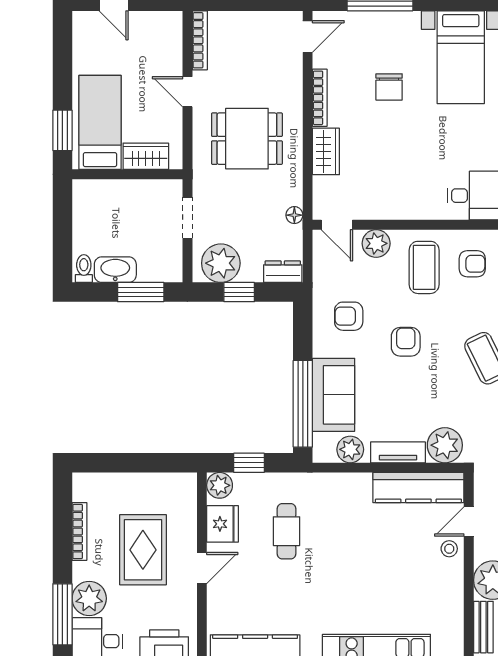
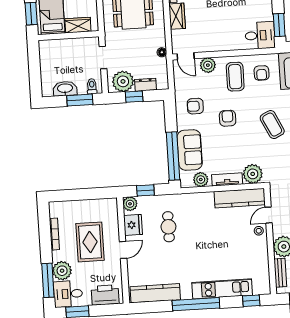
armchair: (472, 264) -> (262, 73), turned 90
toilet: (84, 269) -> (92, 86), moved
dresser: (283, 272) -> (146, 85), moved

